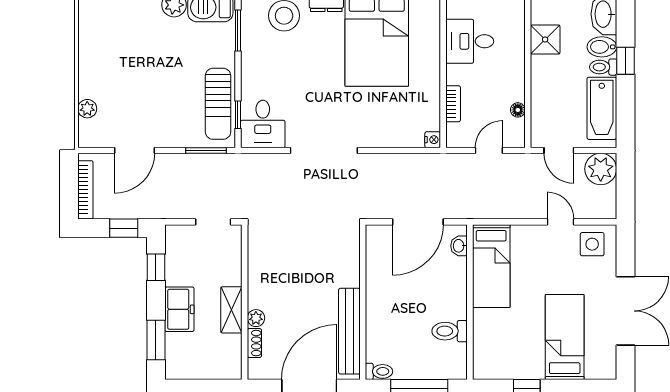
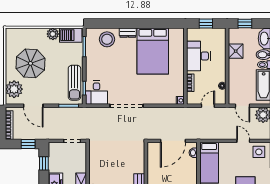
desk: (470, 41) -> (198, 56), width x1.37
parasol: (129, 64) -> (30, 63), added
plant: (87, 109) -> (14, 89), width x1.87, depth x1.87
door: (135, 151) -> (33, 106), hinge flipped

